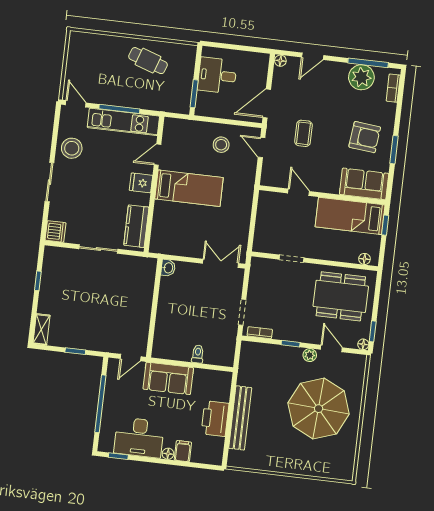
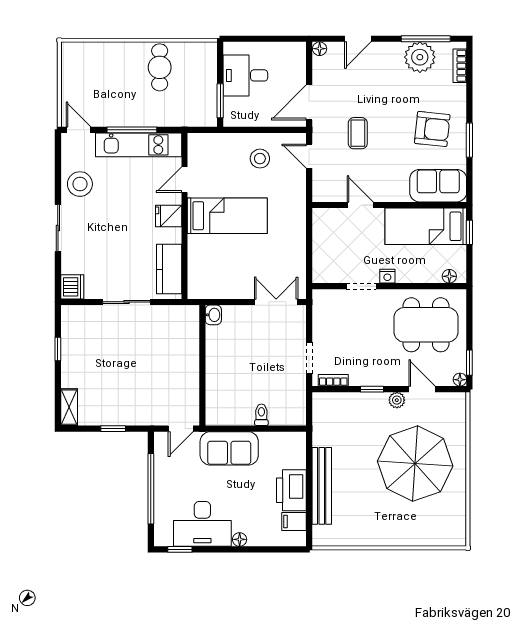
cafe table: (148, 61) -> (160, 67), turned 71
nightstand: (314, 253) -> (387, 276), added
filing cabinet: (183, 451) -> (294, 522), moved, turned -90

